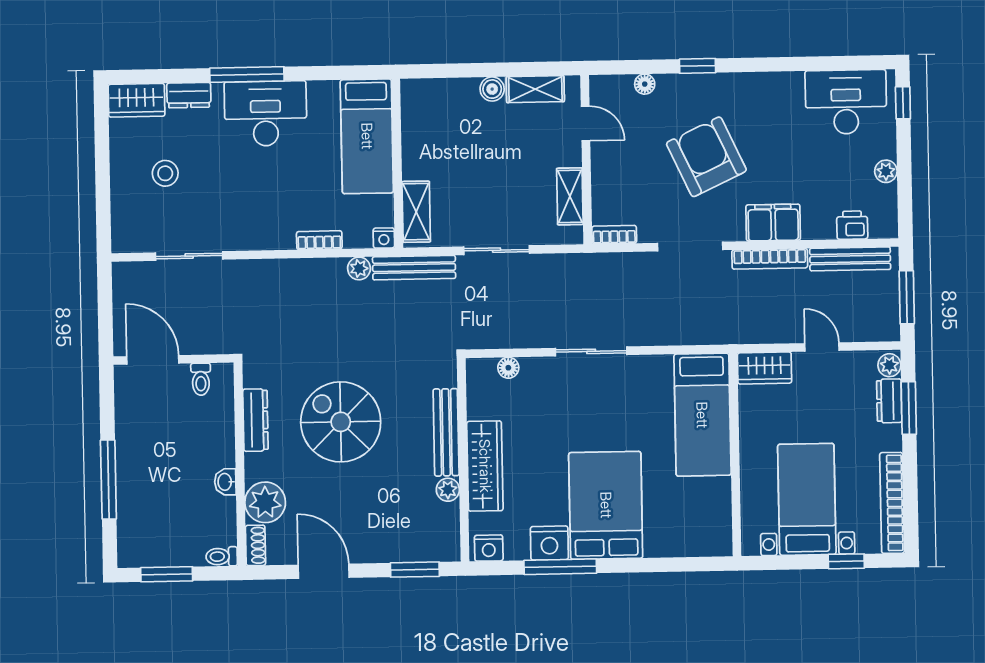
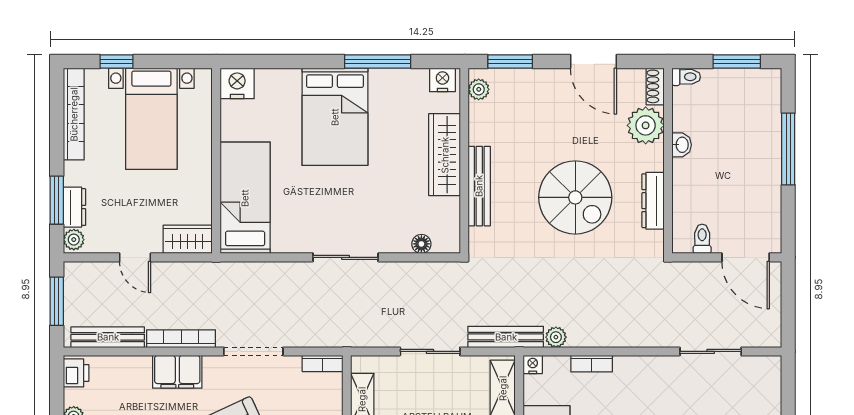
printer: (852, 225) -> (76, 373), moved, turned -90
plant: (448, 490) -> (479, 89), moved
nightstand: (549, 543) -> (237, 83), moved

